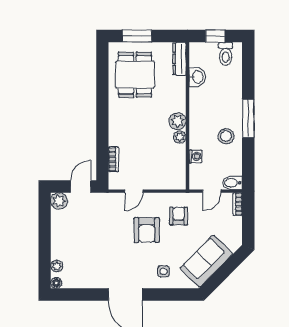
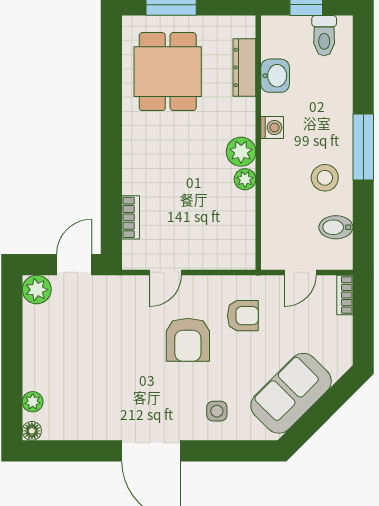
dresser: (179, 59) -> (244, 67), moved
washing machine: (196, 156) -> (272, 127), moved
bidet: (232, 183) -> (336, 227), moved
armchair: (179, 216) -> (243, 316), turned 90

